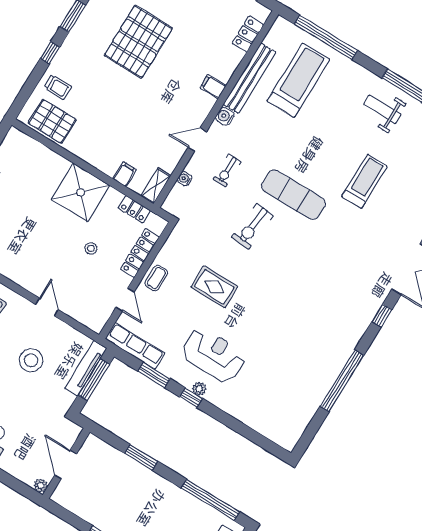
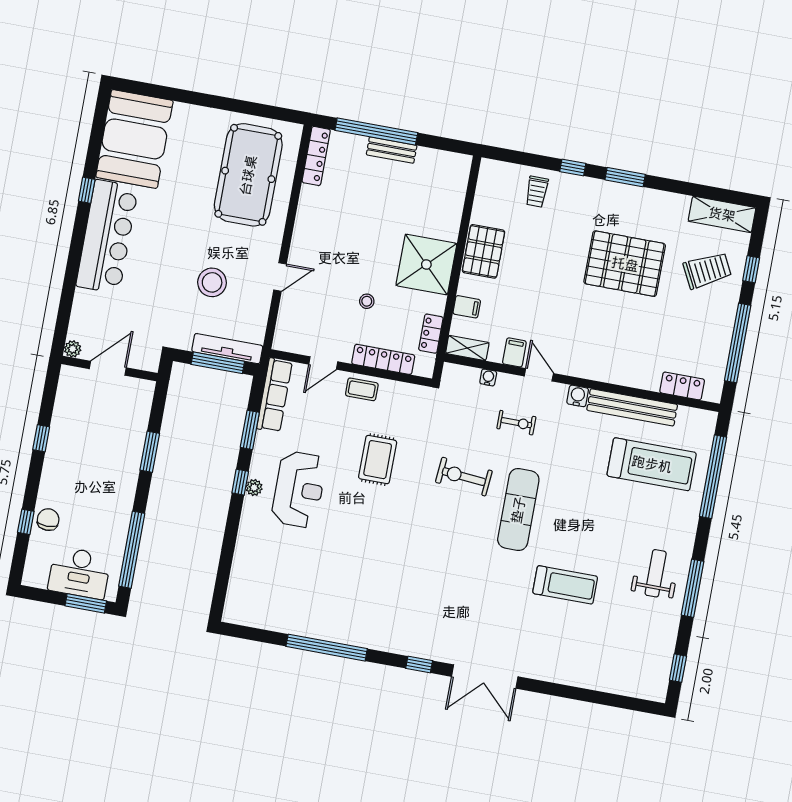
filing cabinet: (213, 87) -> (514, 352), moved
pallet: (52, 121) -> (484, 251), moved
exercise bike: (227, 171) -> (516, 423), turned 180

